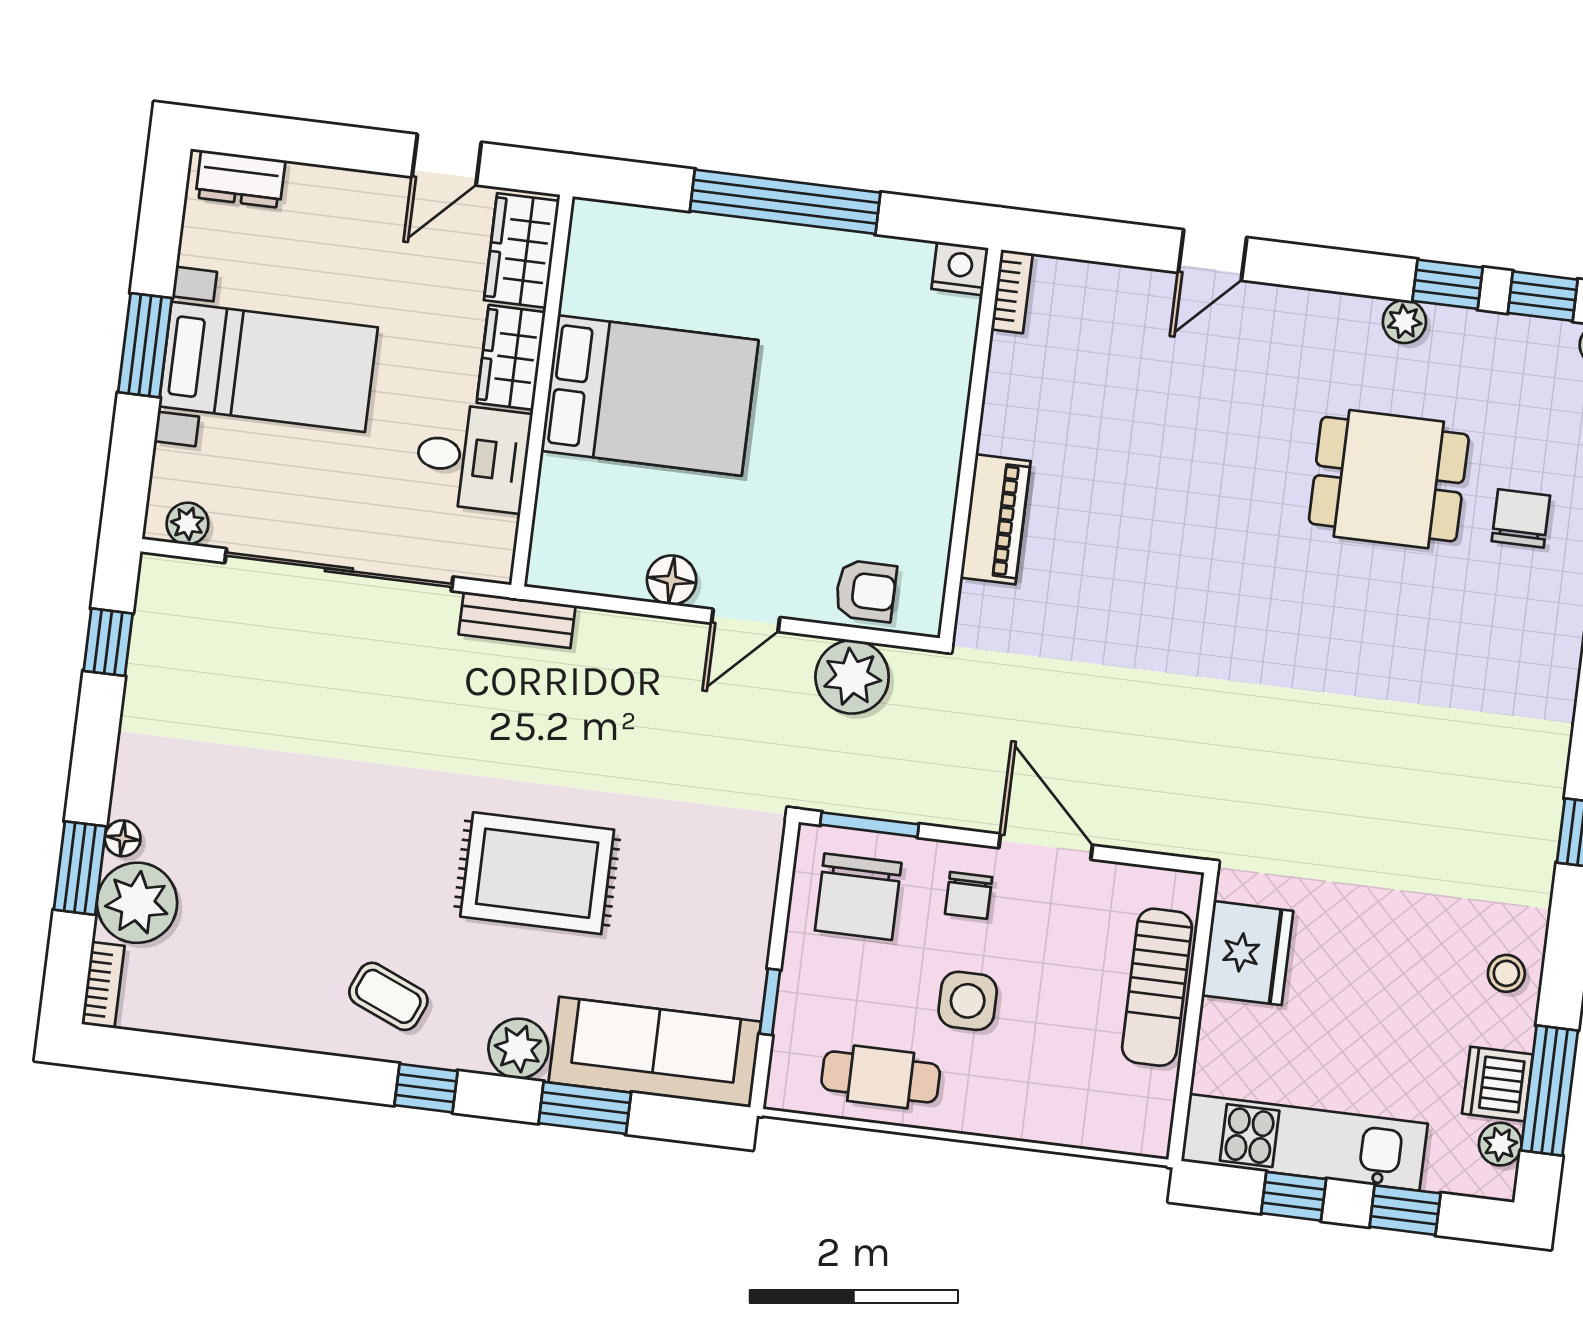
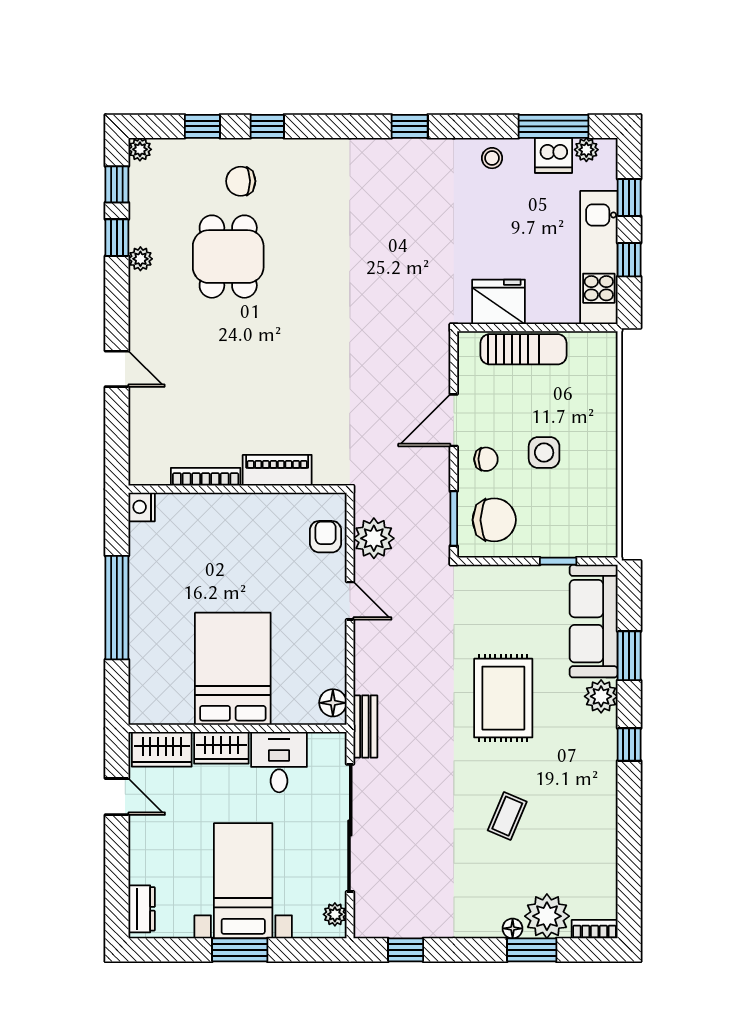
bookcase: (1012, 291) -> (206, 477), moved, width x1.56
floor lamp: (672, 580) -> (333, 703), moved
coffee table: (388, 996) -> (507, 816), moved
cafe table: (881, 1077) -> (592, 495), removed

